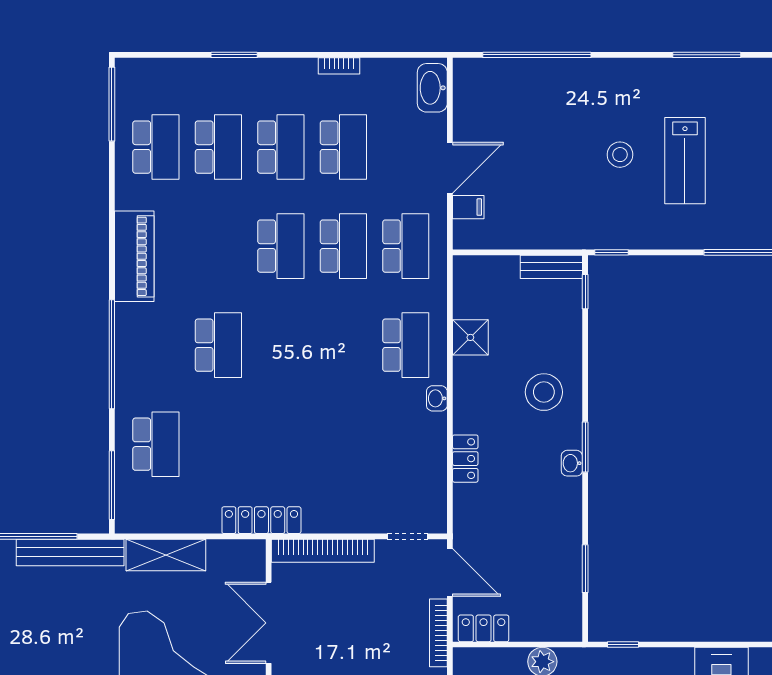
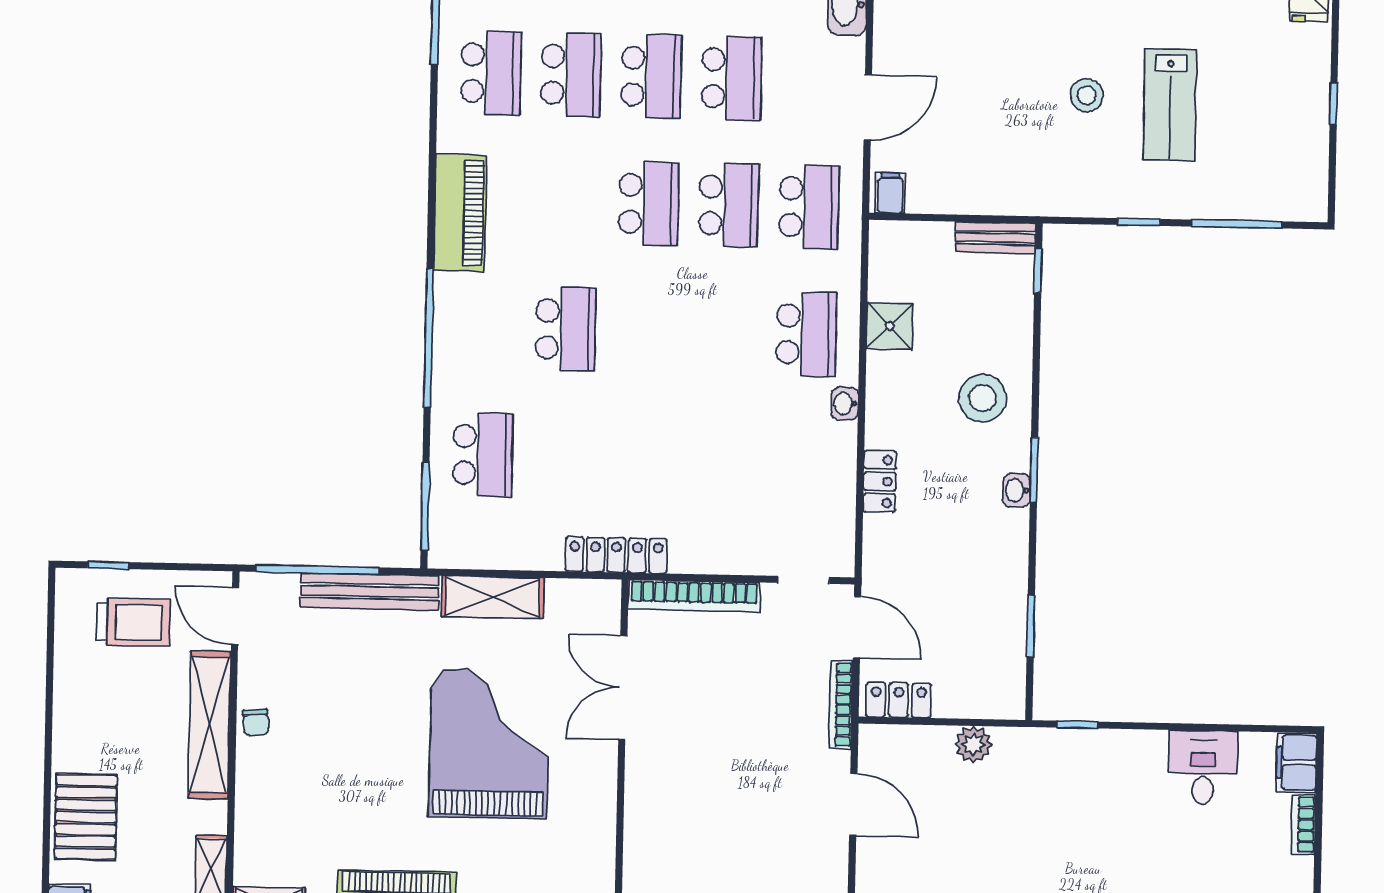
filing cabinet: (468, 207) -> (890, 193), moved, turned -90
window: (612, 252) -> (1139, 222), moved

